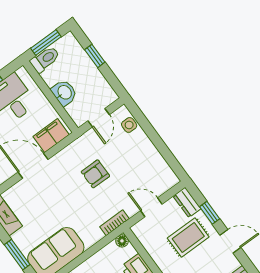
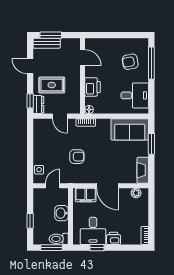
window: (210, 213) -> (30, 101), moved

